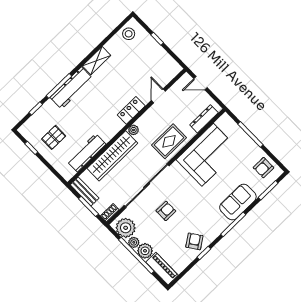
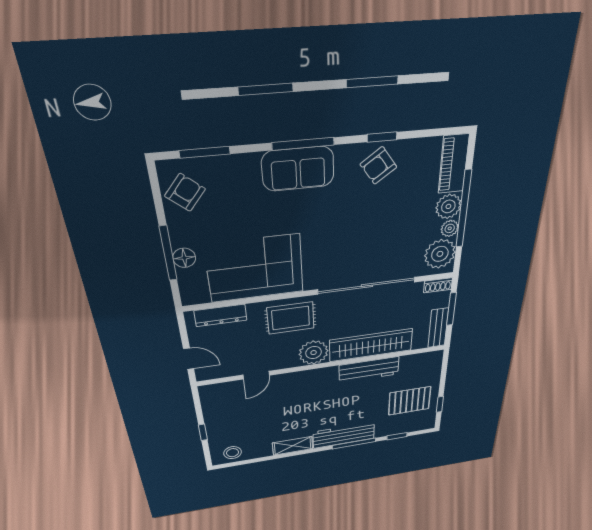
locker: (131, 110) -> (303, 379), removed
plant: (133, 130) -> (314, 353), width x1.88, depth x1.88
pallet: (54, 137) -> (410, 401), width x1.50, depth x1.42
floor lamp: (242, 137) -> (184, 258), added
workbench: (86, 153) -> (369, 370), moved
armchair: (263, 168) -> (185, 192), turned -50
sofa: (238, 202) -> (298, 169), moved
armchair: (166, 211) -> (375, 237), removed

